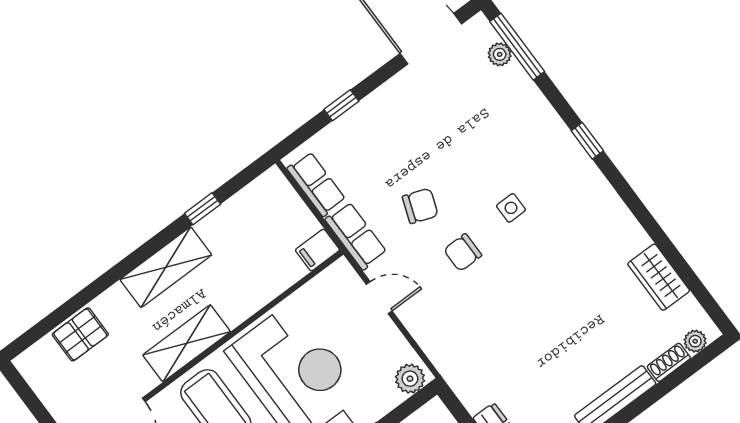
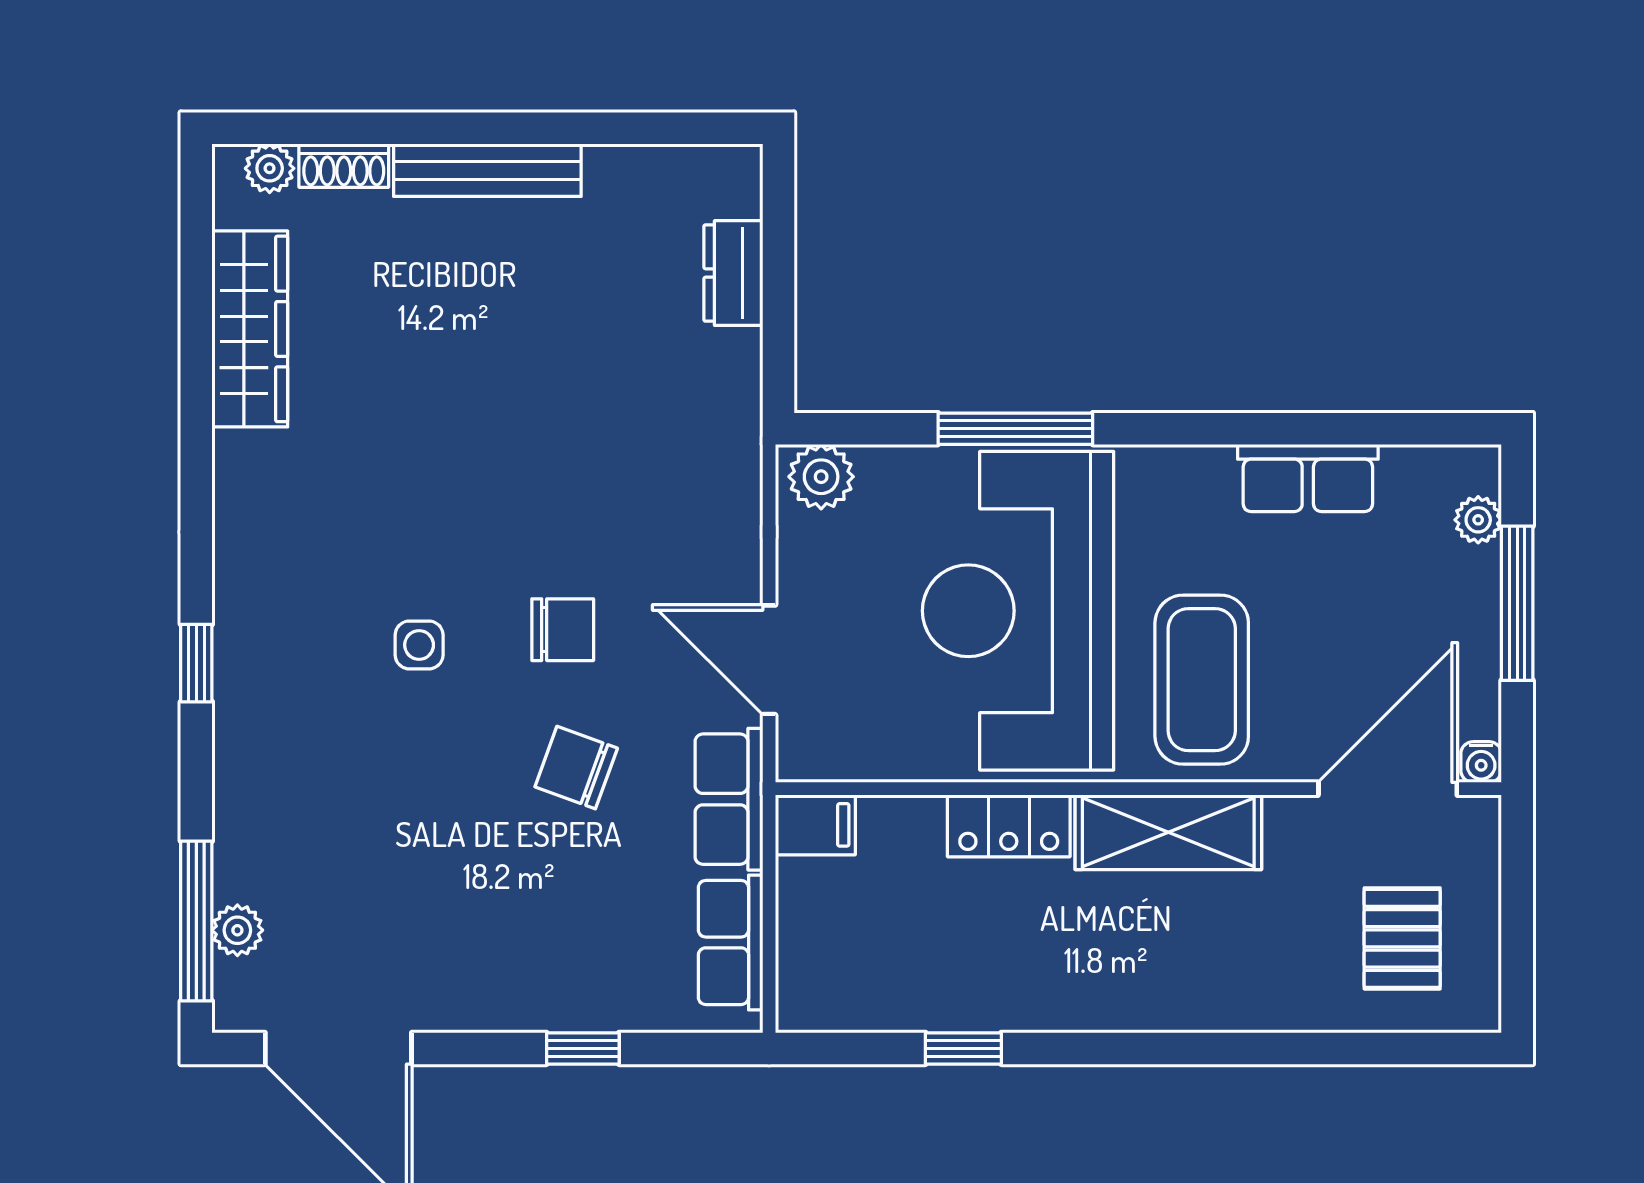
shelving: (166, 267) -> (1105, 994), removed
wardrobe: (659, 277) -> (250, 329), width x1.50
door: (379, 298) -> (769, 660), width x1.37
locker: (247, 302) -> (1009, 826), added
pallet: (80, 334) -> (1402, 938), moved, turned 90

